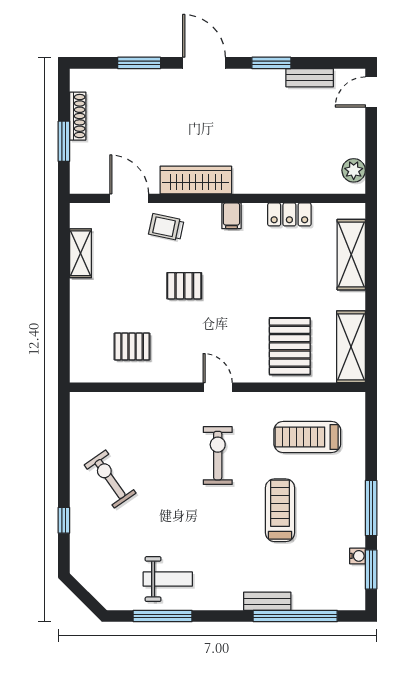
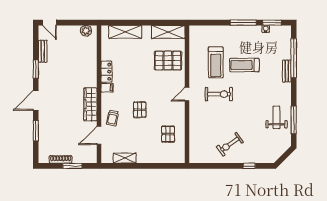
locker: (289, 214) -> (106, 72), moved
treadmill: (307, 437) -> (216, 62), moved
exercise bike: (218, 456) -> (219, 94), turned 180

